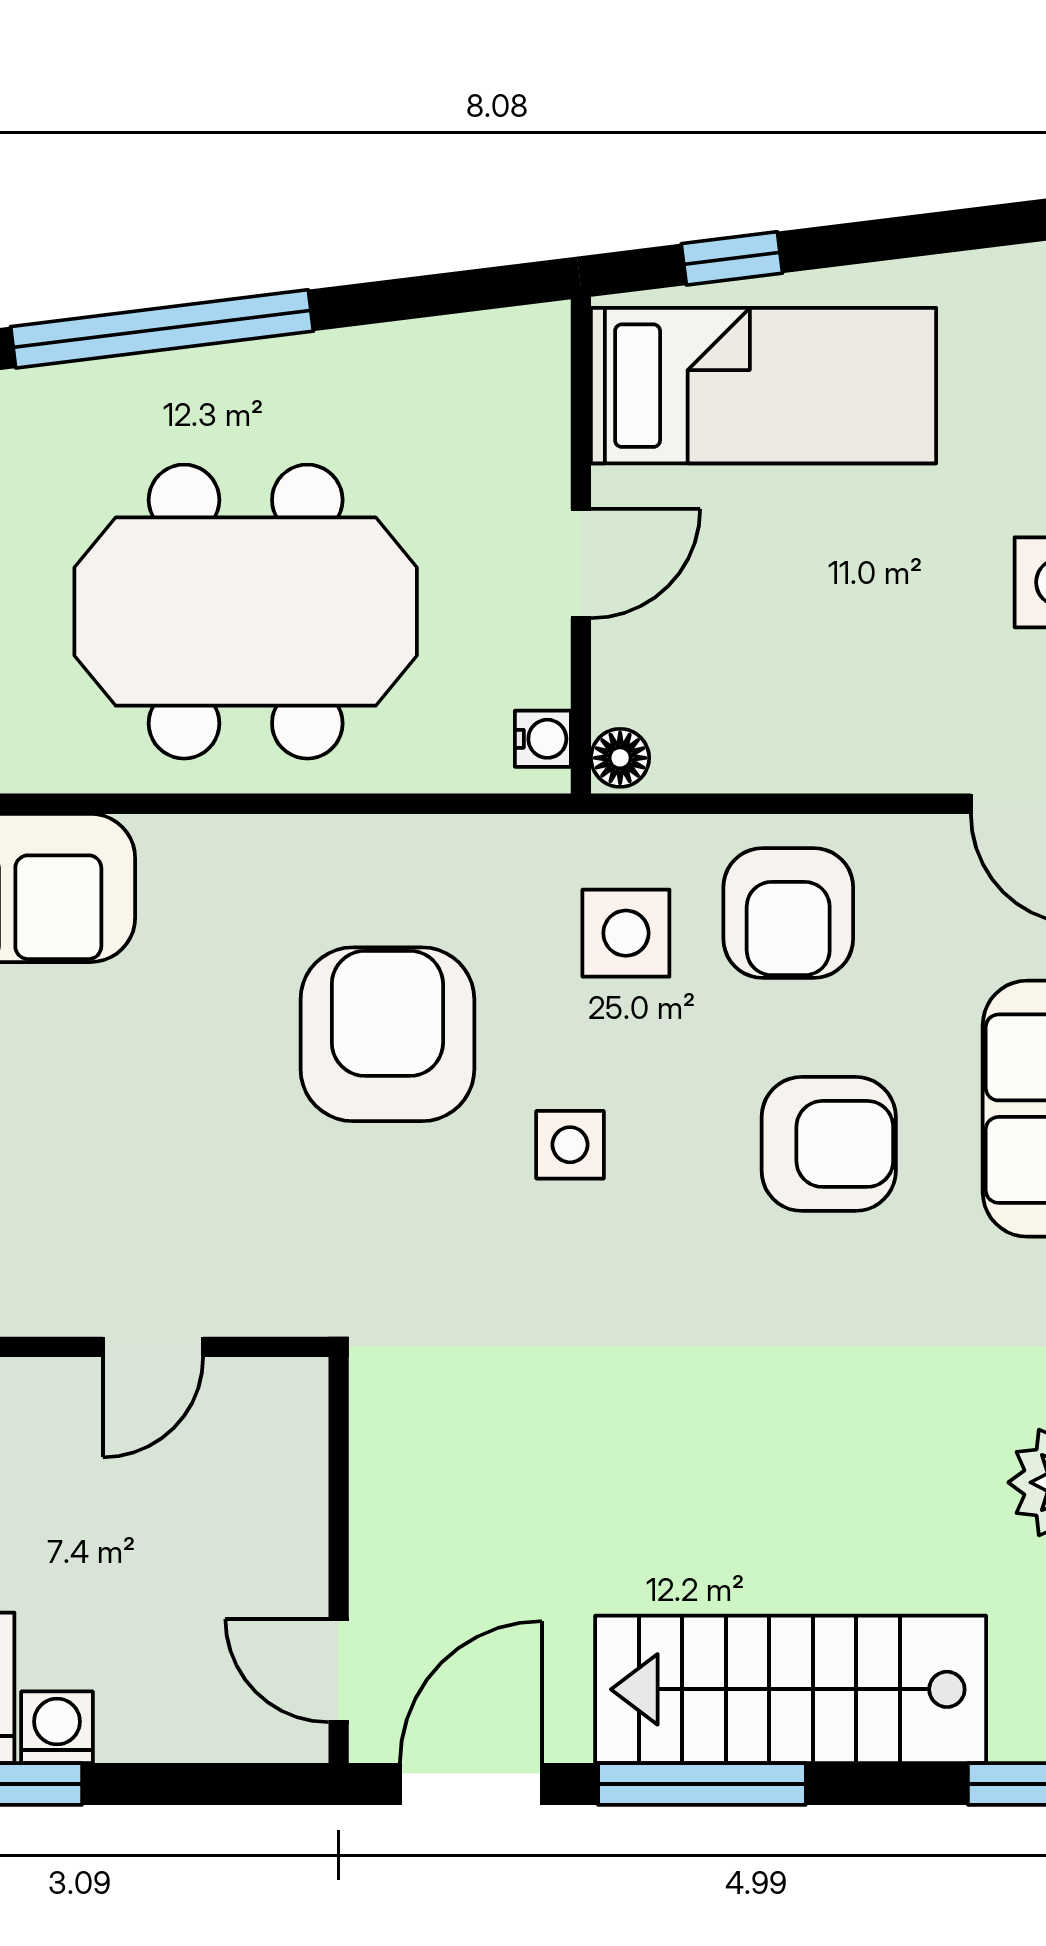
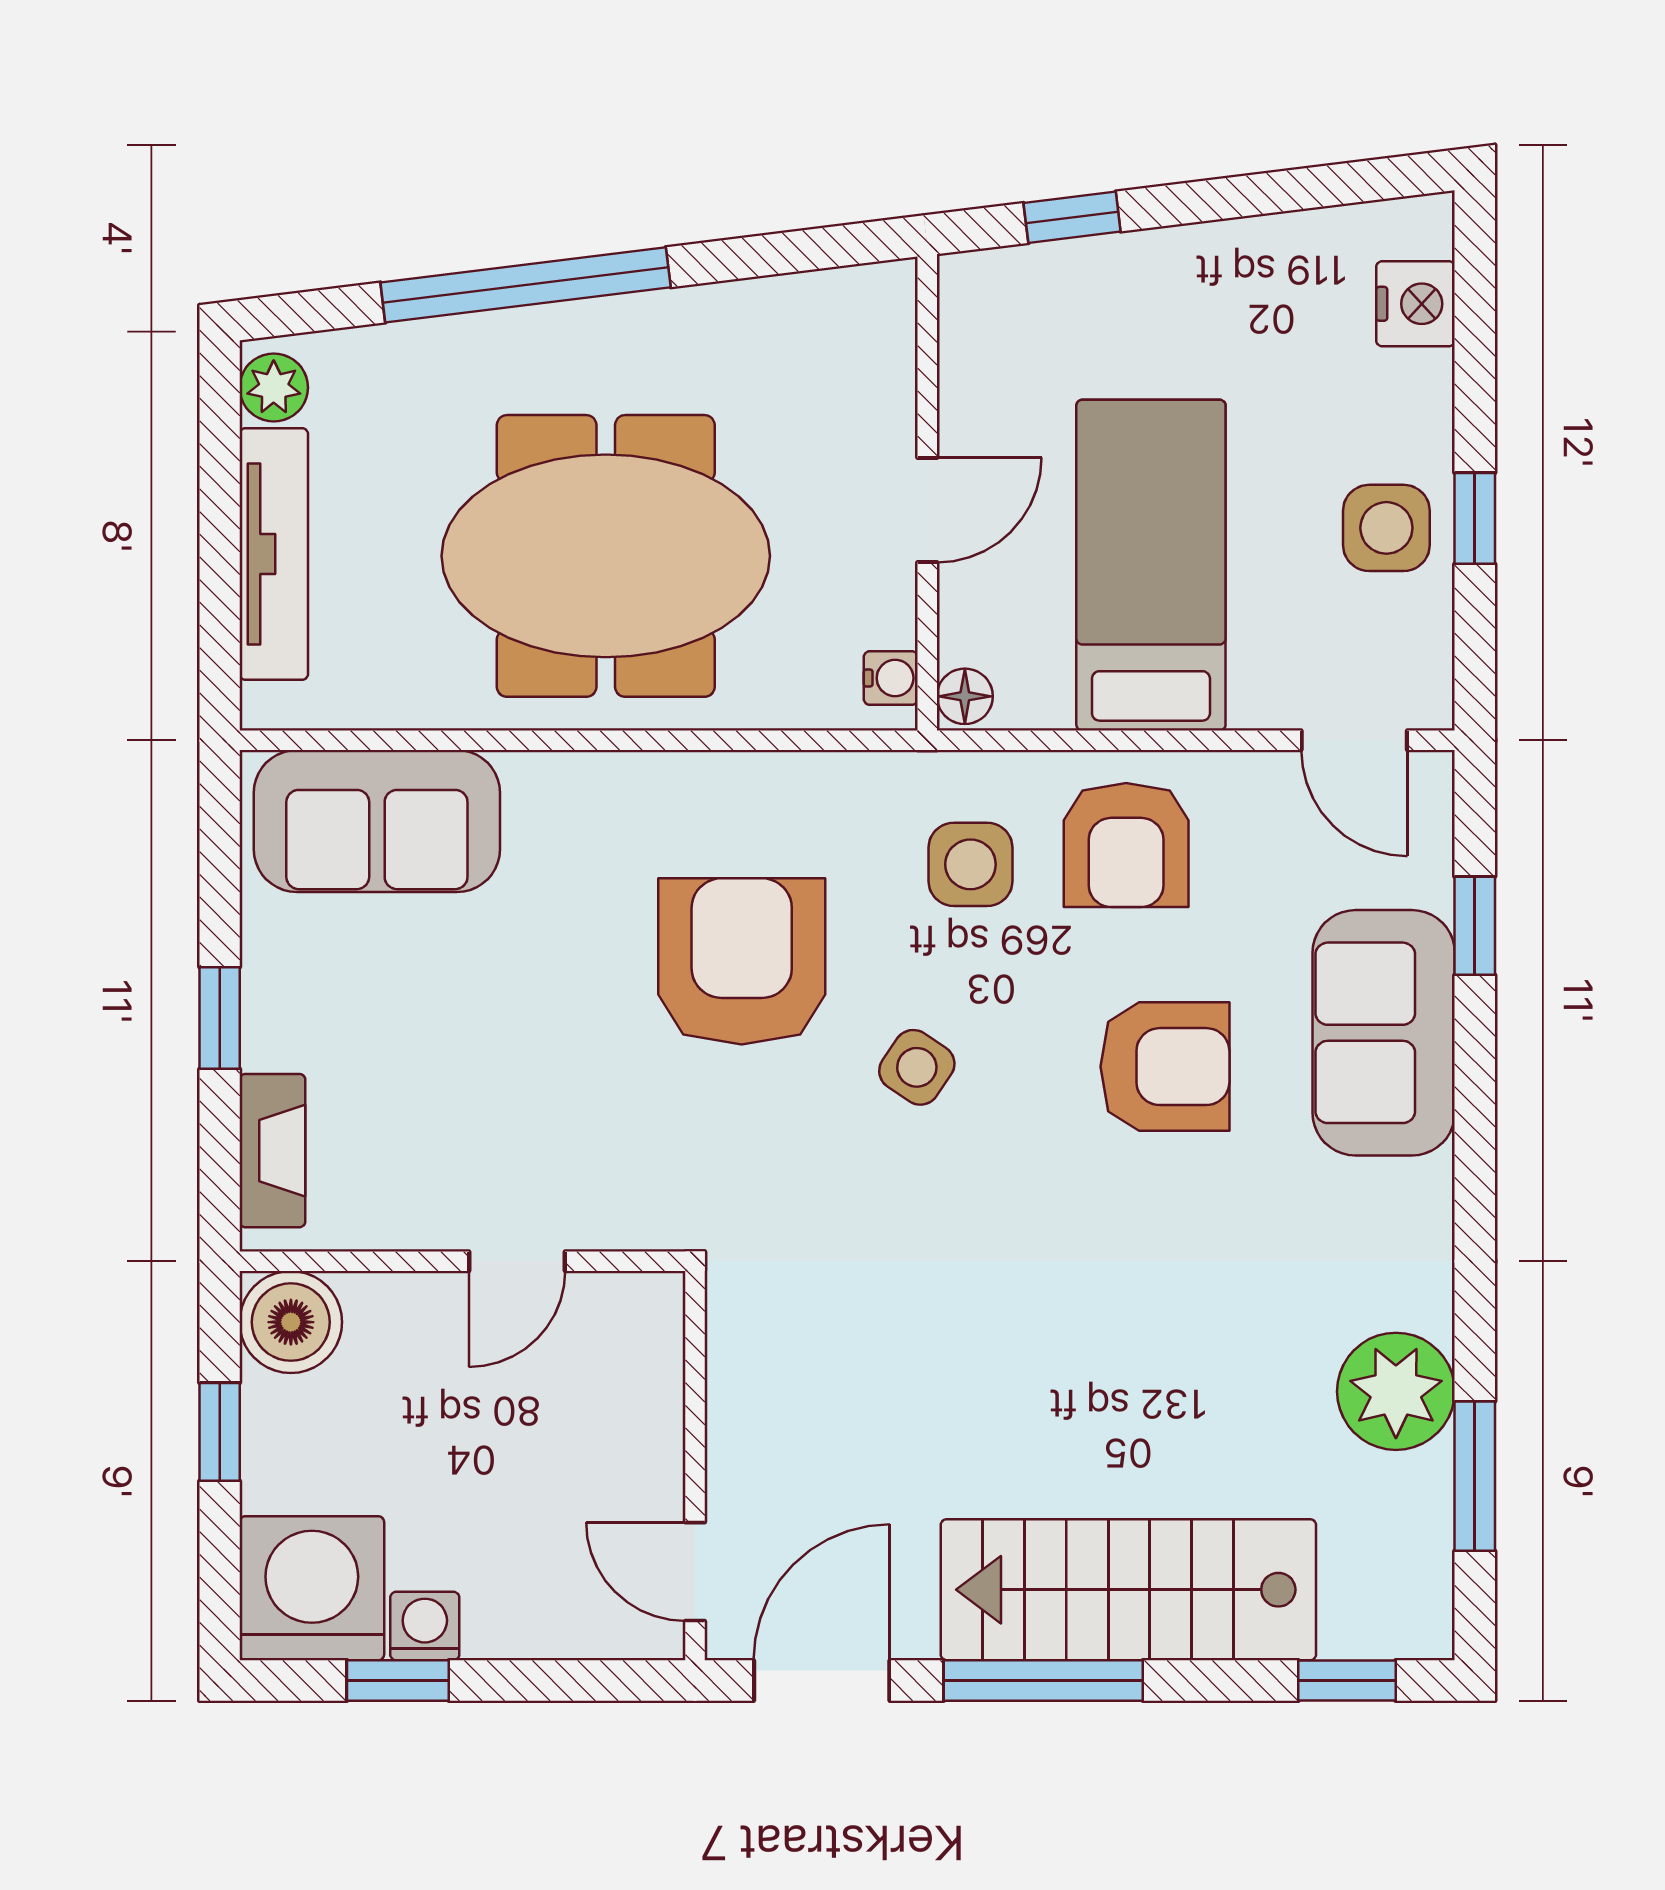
bed: (764, 386) -> (1151, 565), moved, turned -90
side table: (570, 1145) -> (917, 1067), turned 34

